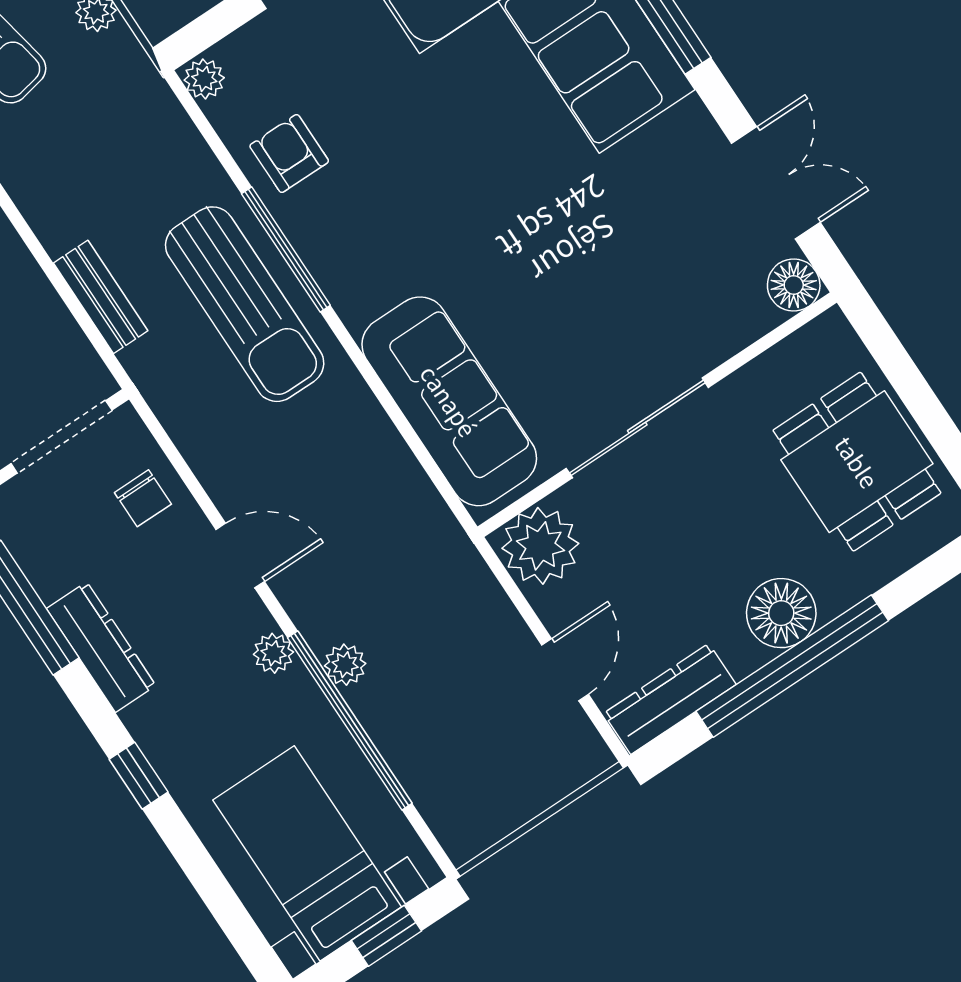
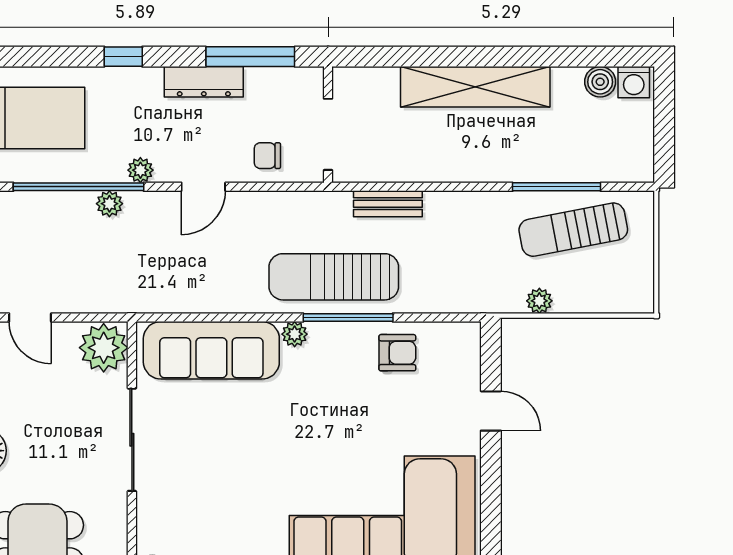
plant: (204, 79) -> (295, 334), moved

